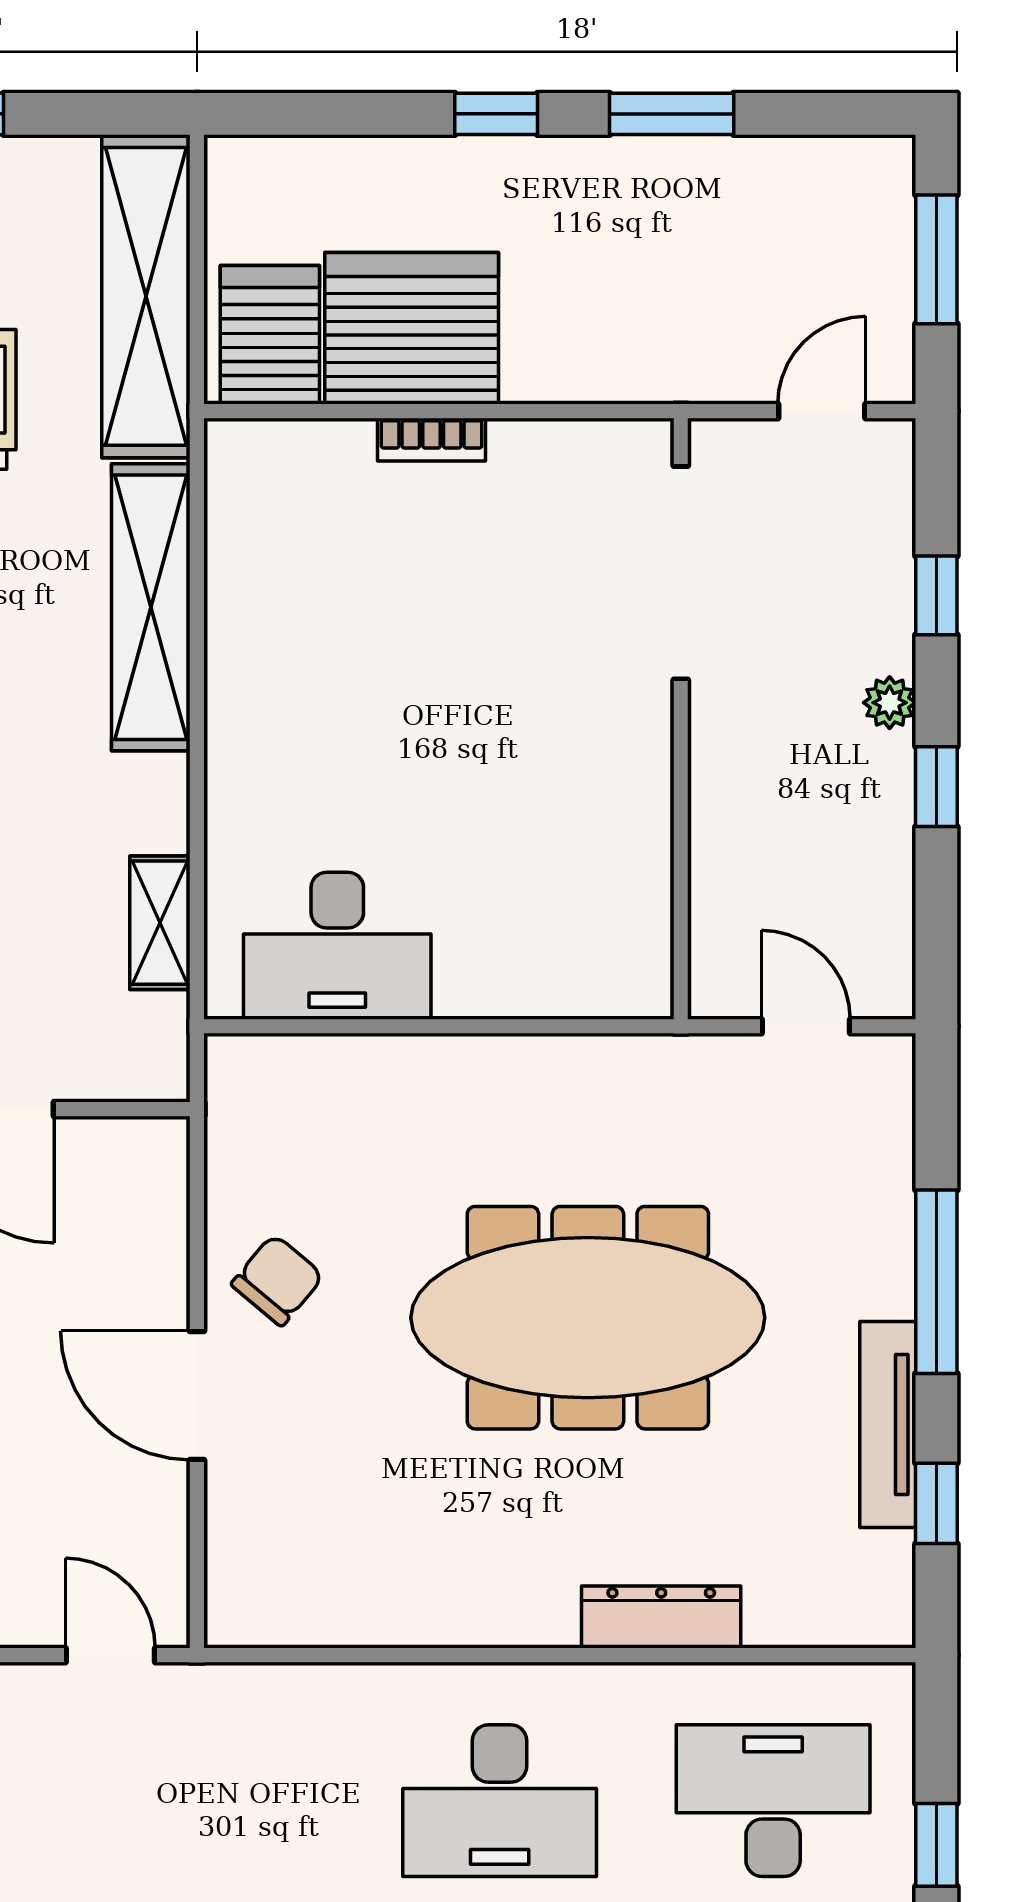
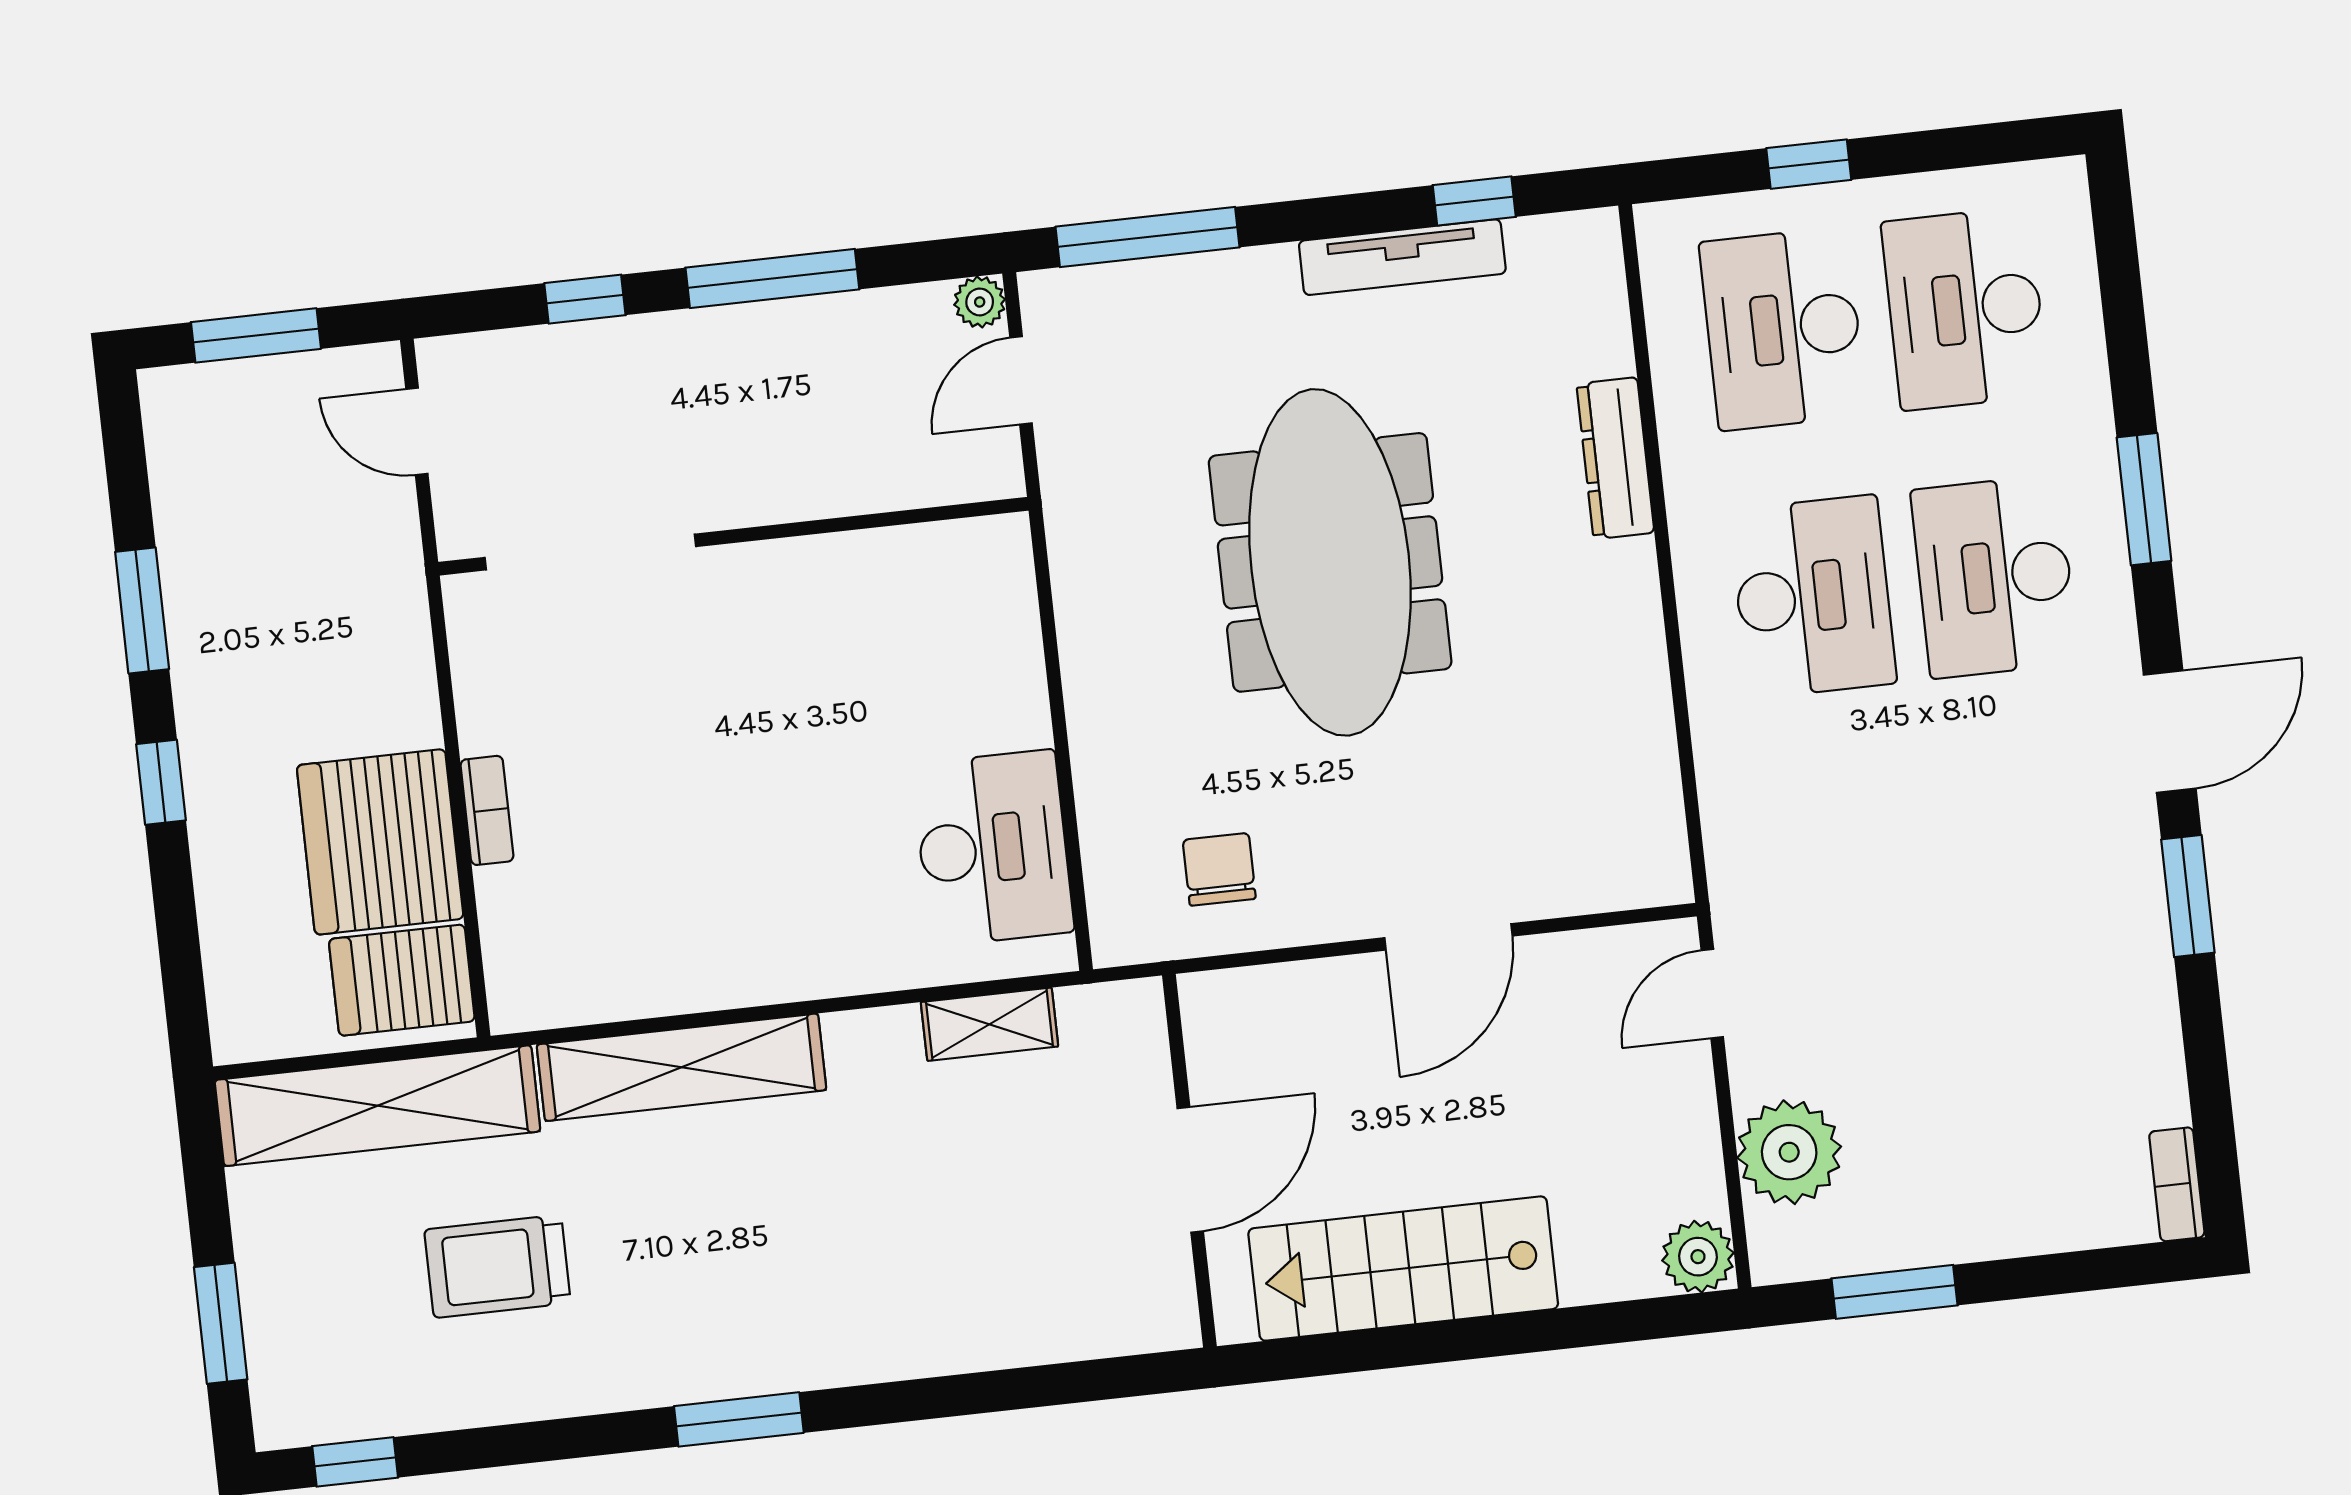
plant: (890, 703) -> (980, 302), moved
window: (936, 787) -> (772, 278), width x2.17
chair: (278, 1280) -> (1219, 869), moved, turned 50
window: (936, 1282) -> (1148, 237), moved

